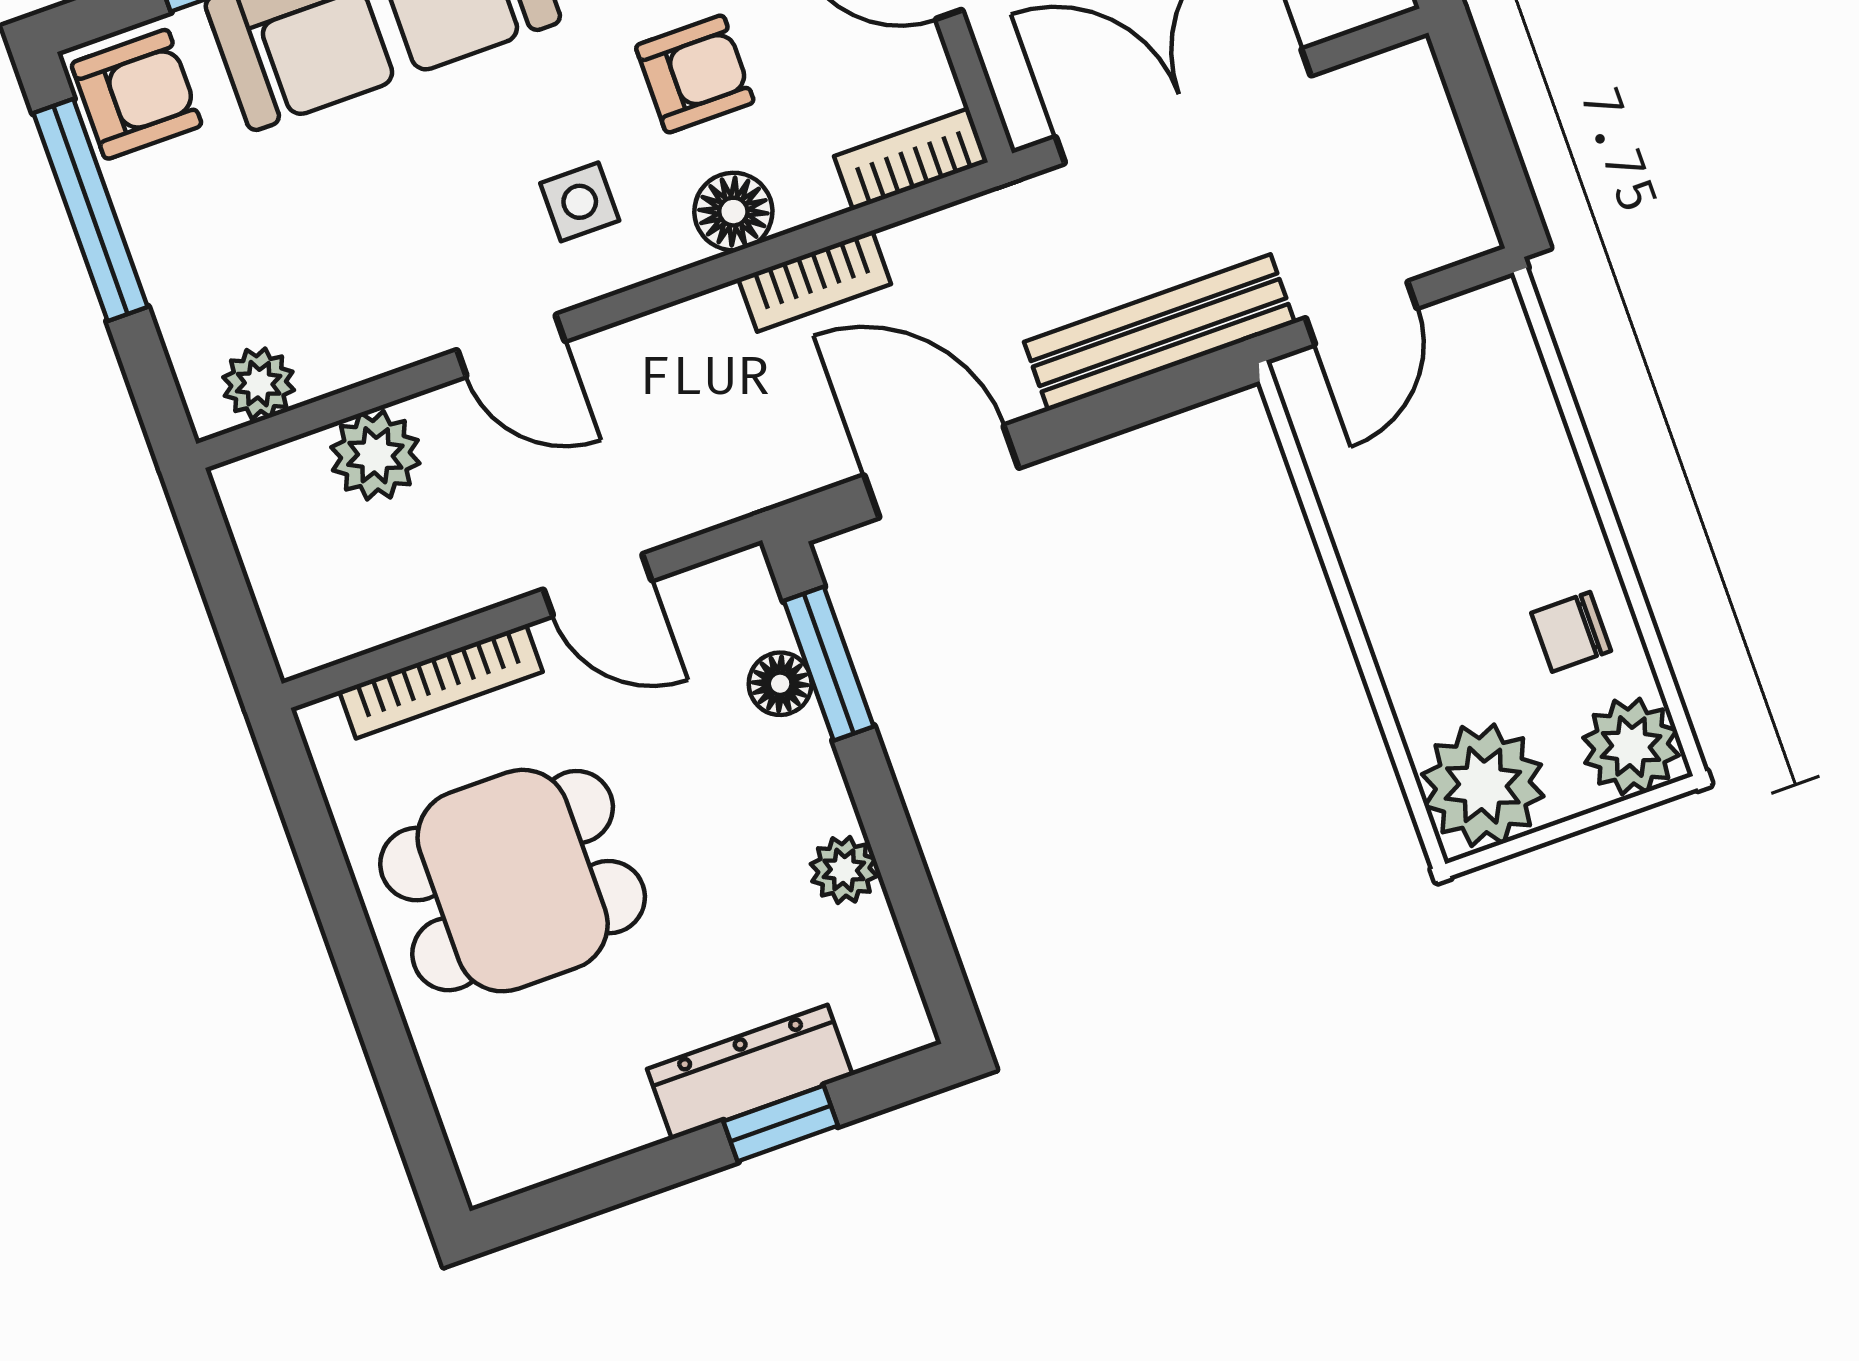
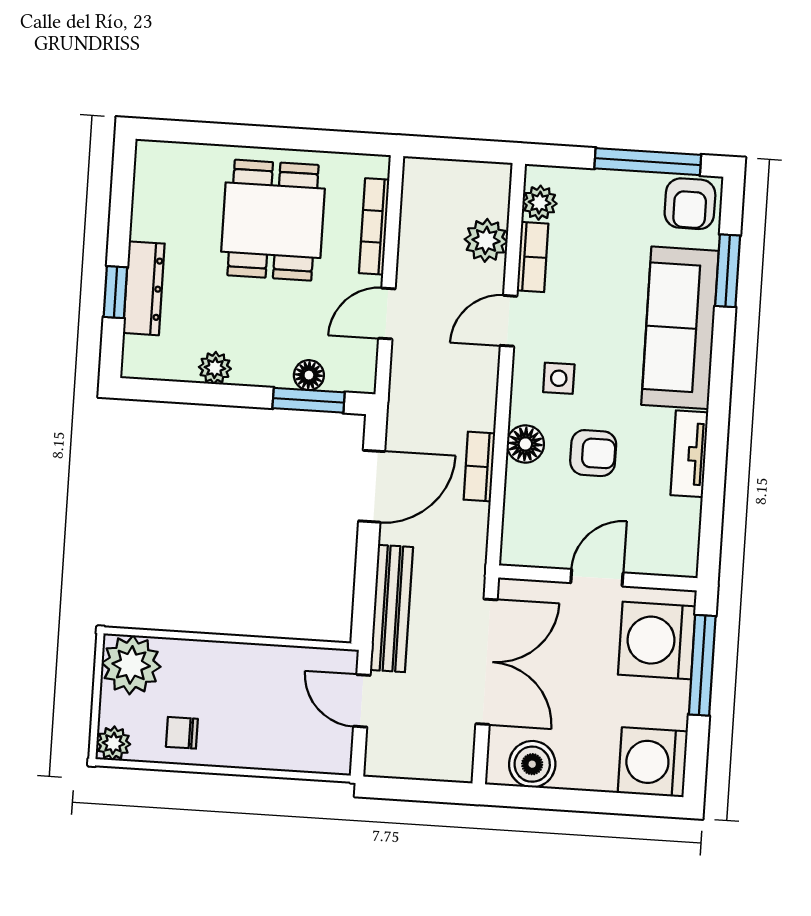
armchair: (695, 74) -> (593, 453), turned -90
bookcase: (911, 159) -> (533, 257), moved
chair: (1571, 632) -> (182, 733), turned -90
plant: (1631, 746) -> (113, 743), width x0.73, depth x0.73

